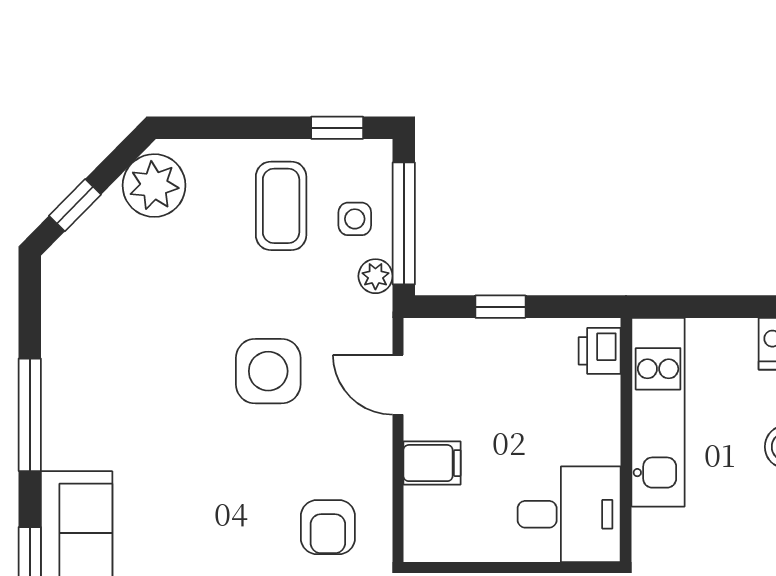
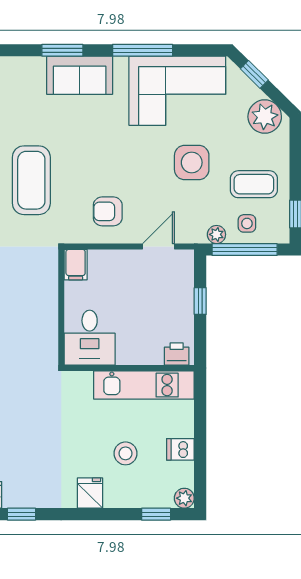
corner sofa: (106, 350) -> (177, 91), added
side table: (268, 371) -> (192, 162), moved
filing cabinet: (432, 463) -> (76, 265), moved
armchair: (328, 527) -> (108, 211), moved

